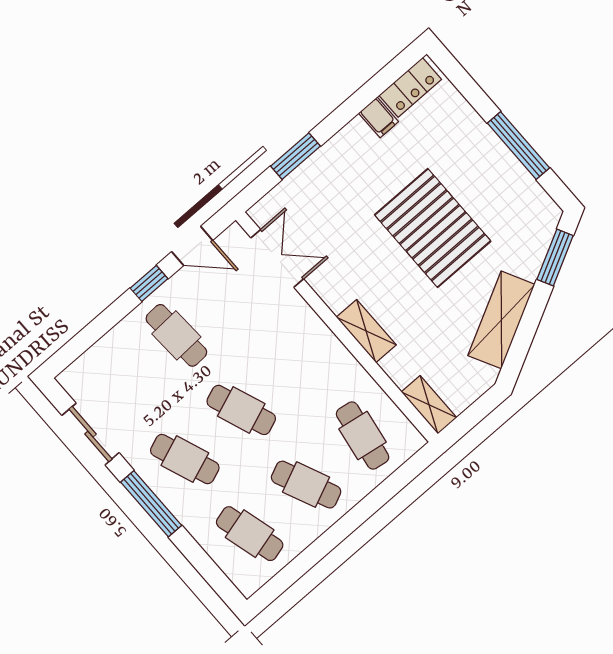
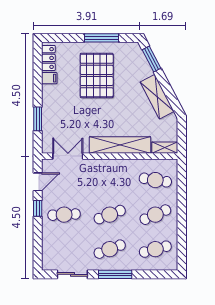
pallet: (433, 228) -> (97, 75), moved, turned 90
shelving: (366, 331) -> (120, 145), width x2.20, depth x1.33

